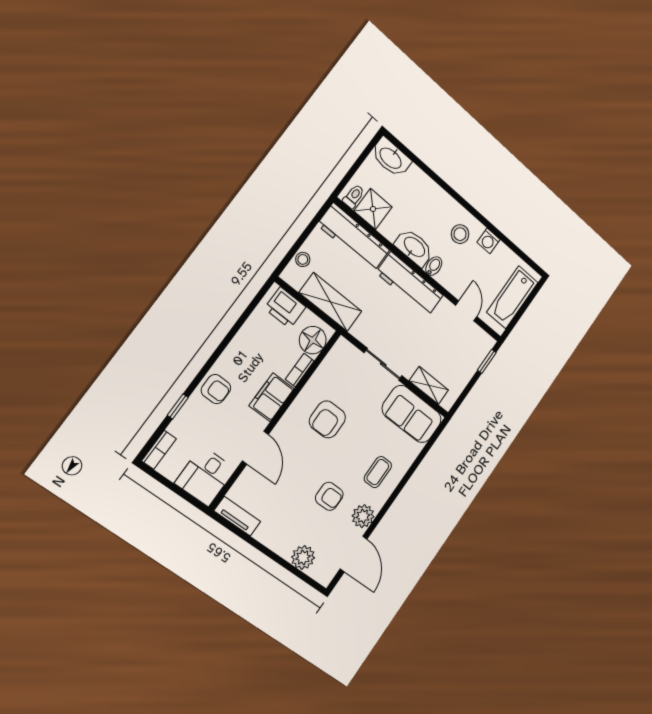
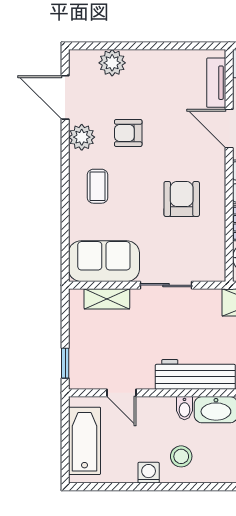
tv unit: (237, 516) -> (216, 83), moved, turned 90

